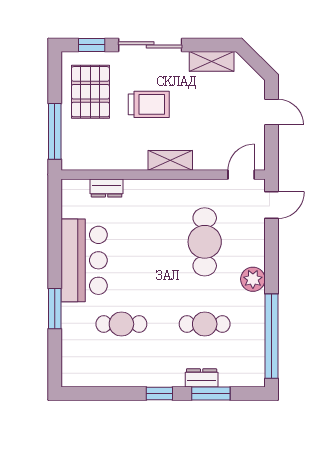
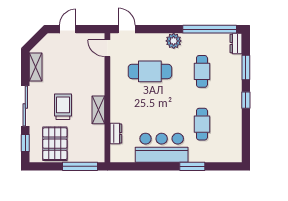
pallet: (90, 92) -> (55, 144), turned 90
shelving: (170, 160) -> (98, 110), moved
dresser: (202, 378) -> (236, 44), moved

